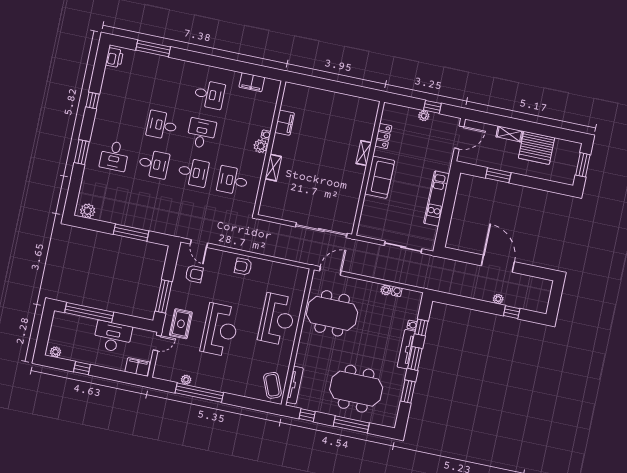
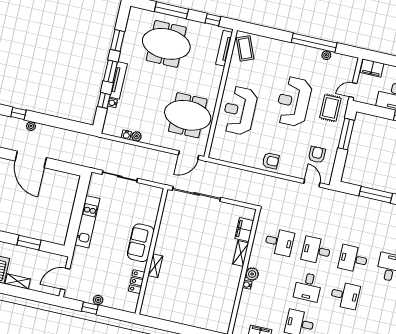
filing cabinet: (285, 123) -> (244, 230), moved
armchair: (194, 274) -> (317, 155), turned 90

